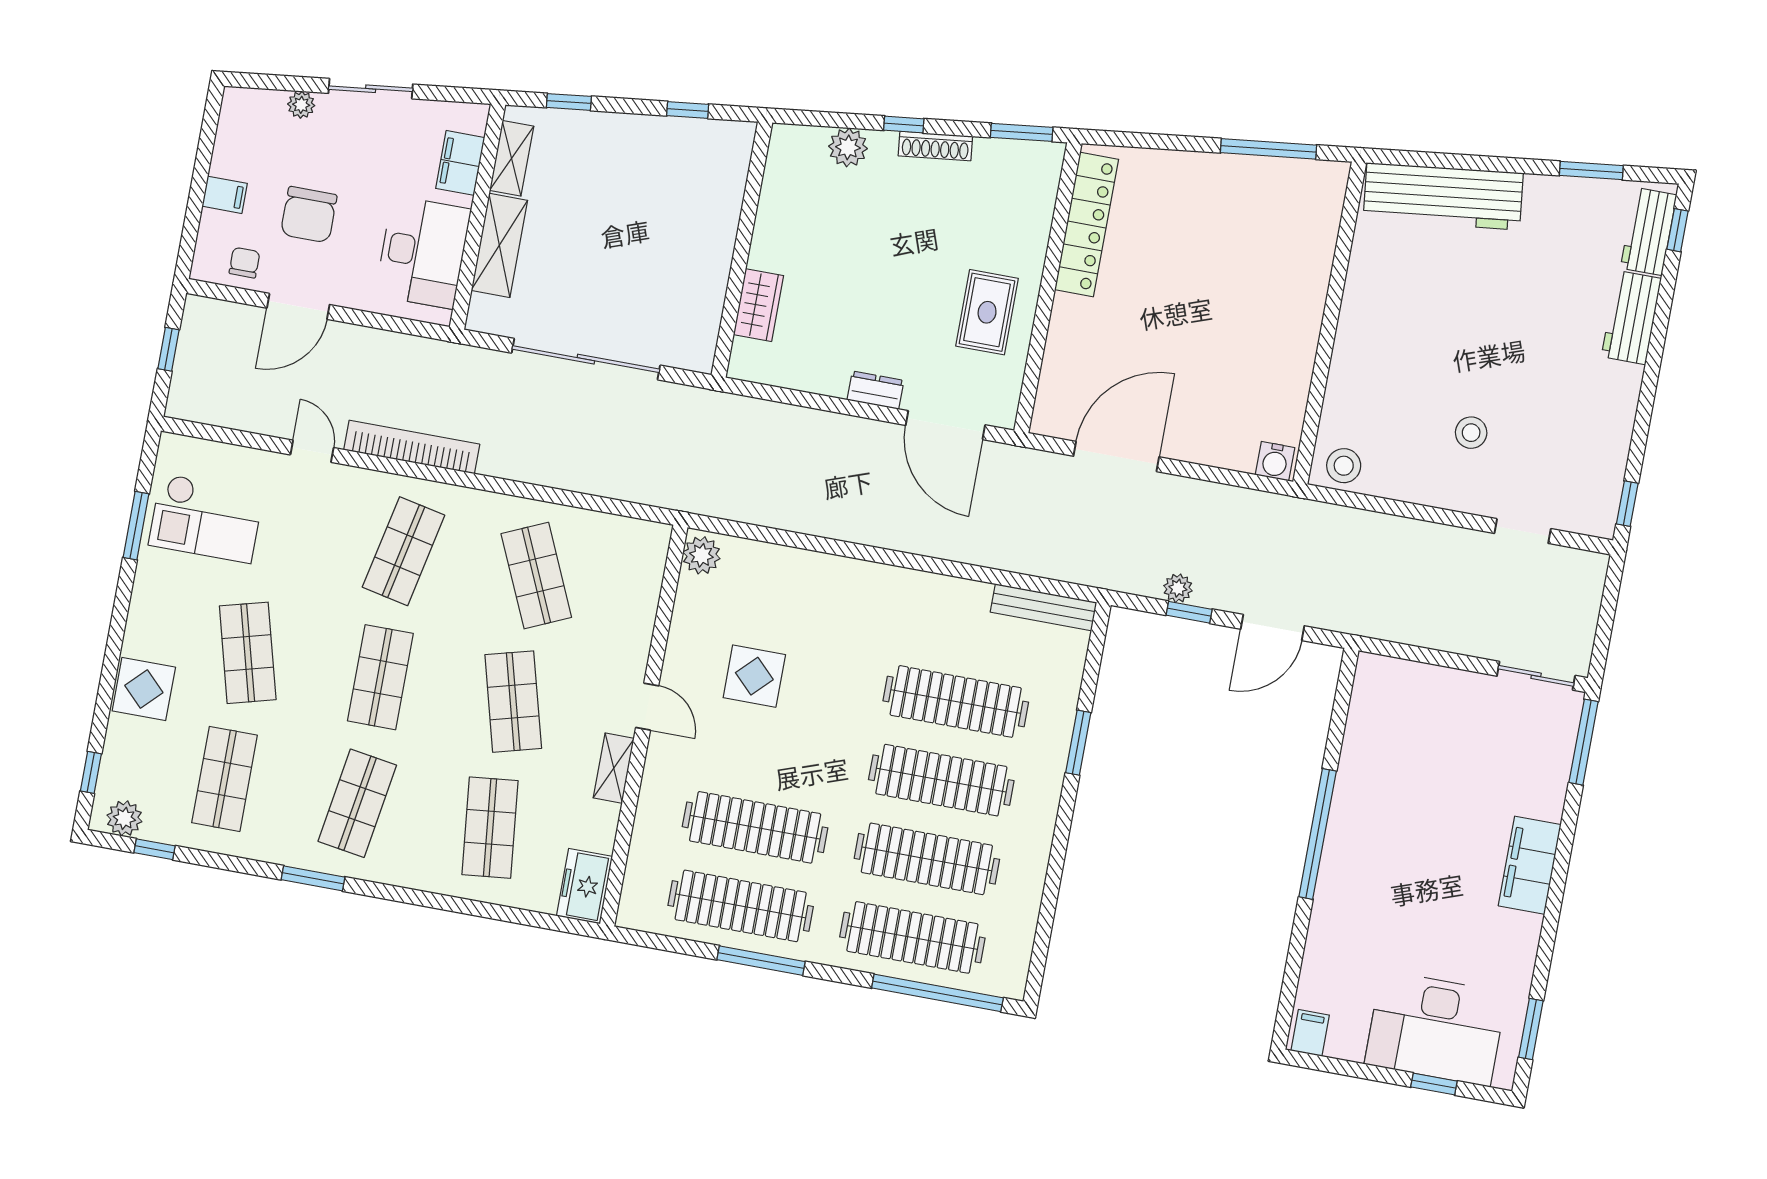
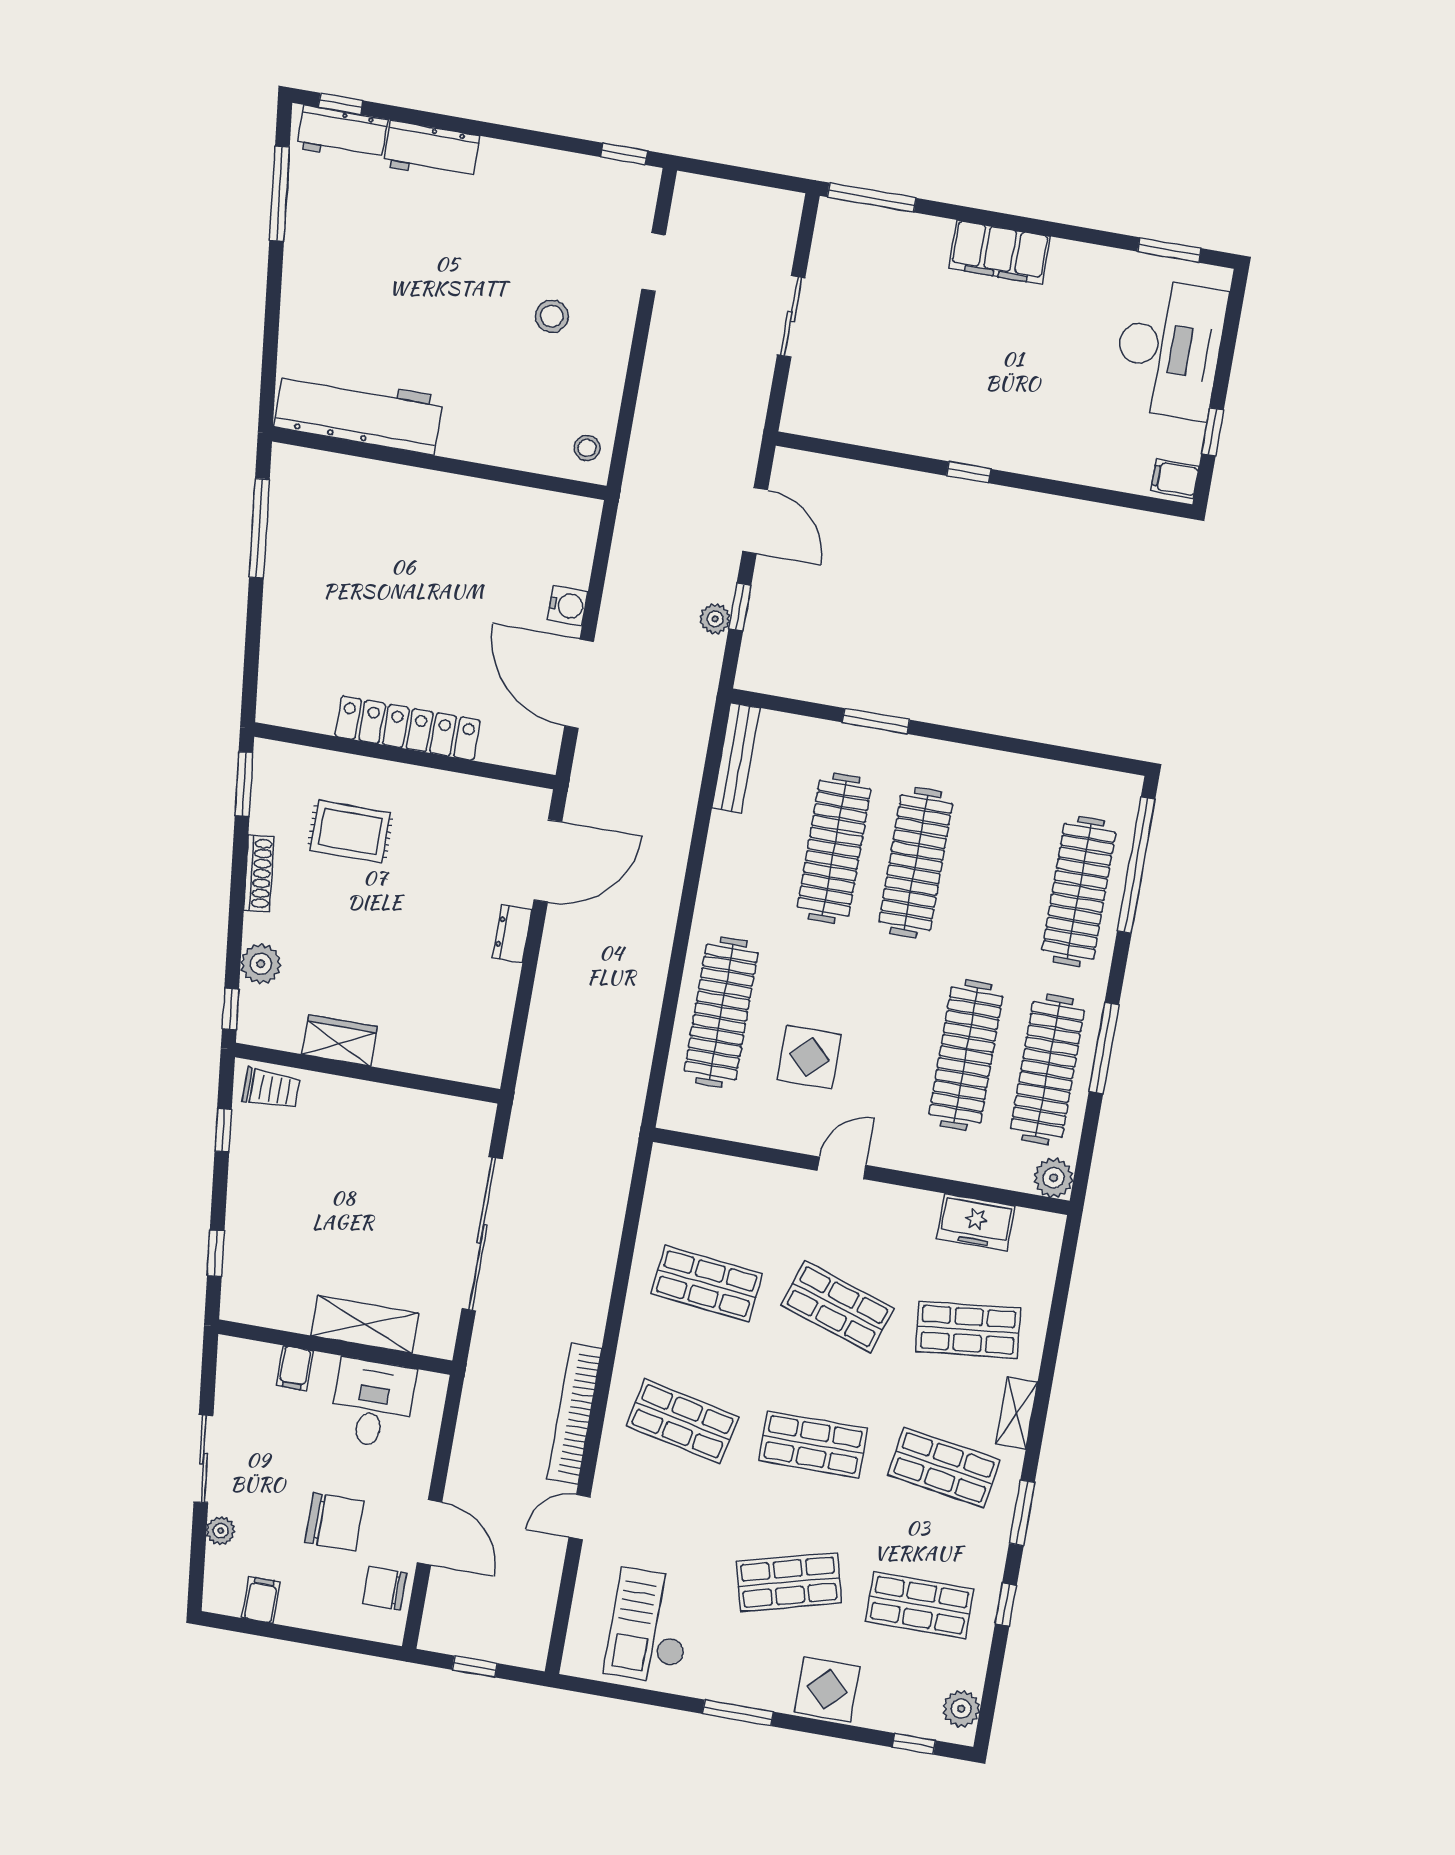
window: (904, 124) -> (230, 1009), moved
trolley: (727, 156) -> (271, 1089), added
shelving: (512, 158) -> (275, 1312), removed
filing cabinet: (460, 163) -> (295, 1368), width x0.50
window: (1591, 171) -> (279, 194), width x1.44
filing cabinet: (225, 195) -> (261, 1600), moved
workbench: (1443, 196) -> (359, 412), moved, turned -83
locker: (1087, 225) -> (408, 728), moved
desk: (423, 252) -> (372, 1403), width x0.73
chair: (244, 263) -> (385, 1588), width x1.37, depth x1.37
wardrobe: (758, 305) -> (340, 1040), moved
rug: (987, 312) -> (350, 831), moved
water cooler: (1275, 461) -> (568, 606), moved
stool: (1344, 466) -> (587, 448), width x0.73, depth x0.73
checkout: (206, 518) -> (650, 1626), turned 180
window: (136, 526) -> (738, 1713), moved
plant: (701, 555) -> (1054, 1178), moved
shop shelf: (536, 576) -> (707, 1284), turned 30
sliding door: (1536, 676) -> (791, 316), moved
shop shelf: (513, 702) -> (837, 1307), turned 33
shelving: (614, 768) -> (1017, 1413), moved, turned 90
window: (1318, 834) -> (969, 472), width x0.32
window: (154, 849) -> (1006, 1604), moved
clothes rail: (927, 859) -> (721, 1012), moved
freezer: (584, 886) -> (976, 1222), moved
window: (1434, 1084) -> (1213, 432), moved

